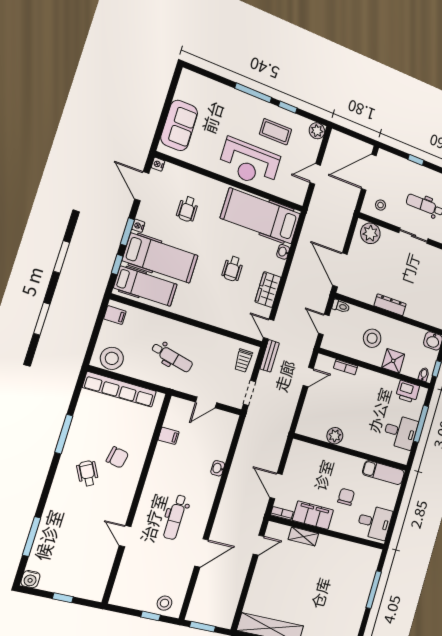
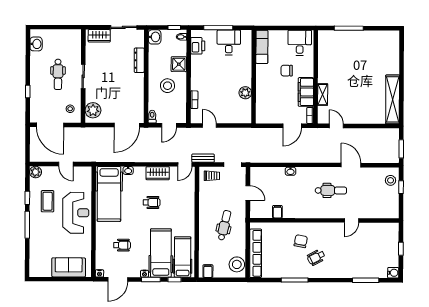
dresser: (390, 305) -> (139, 60), moved

